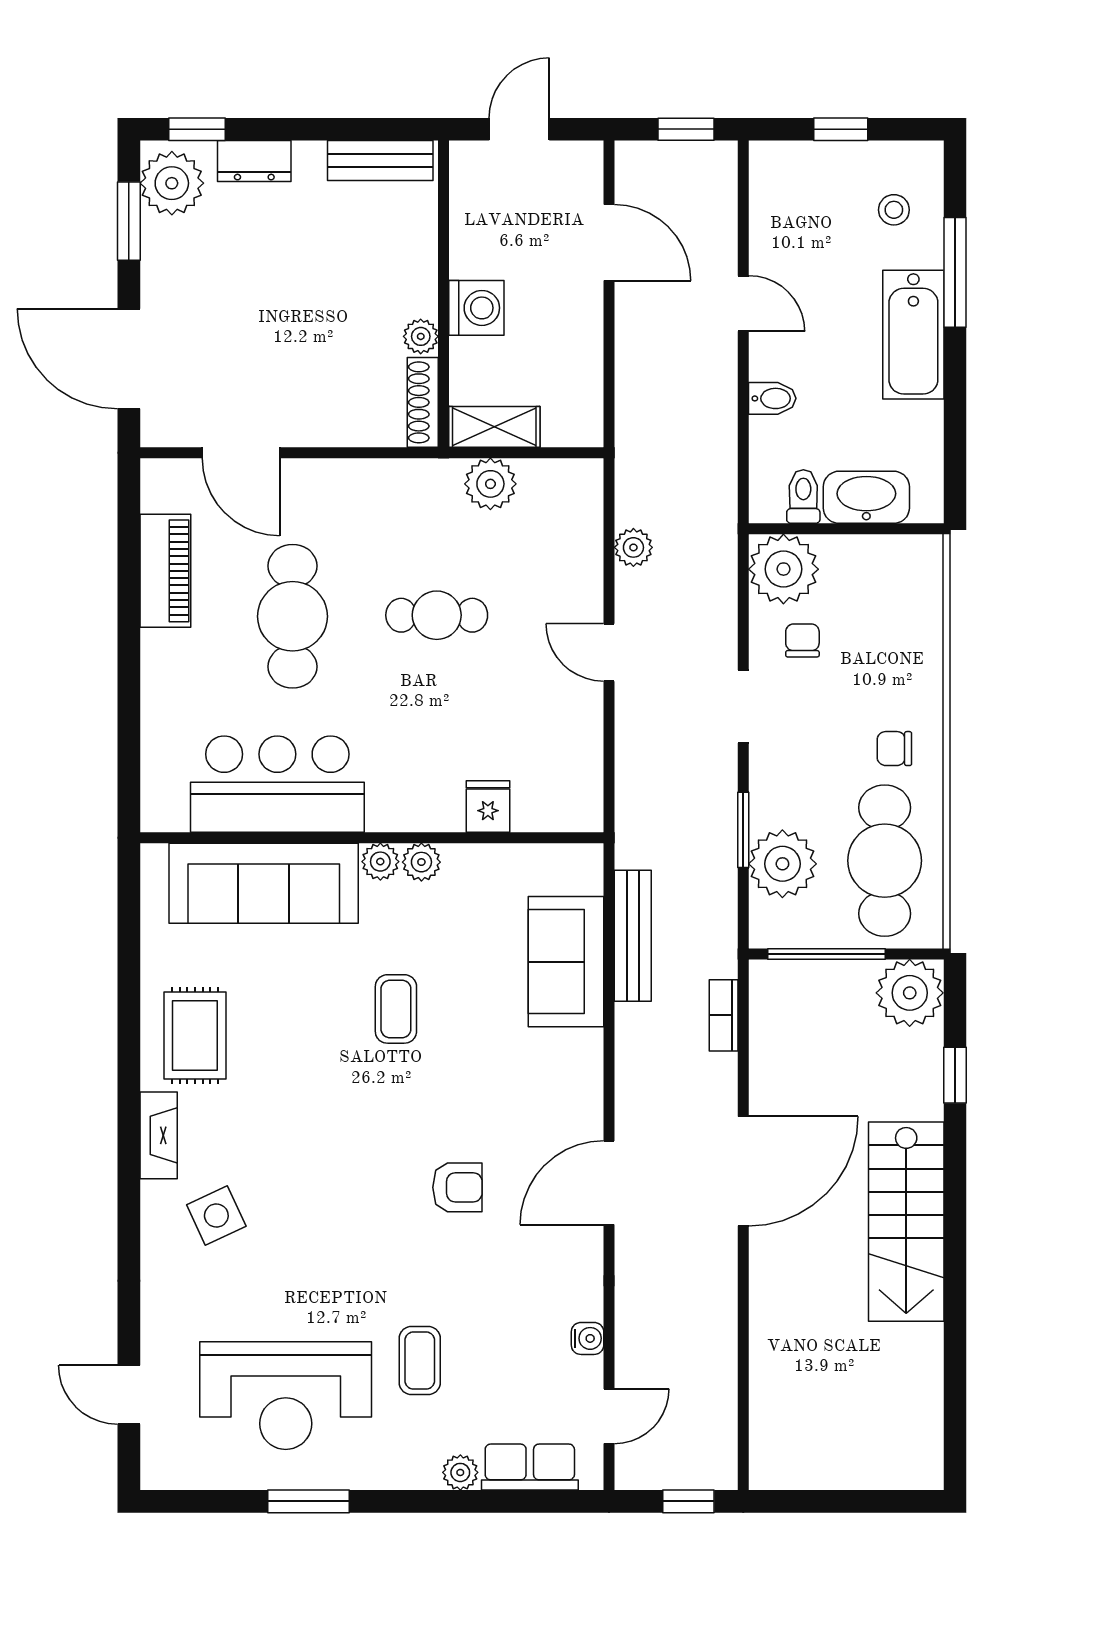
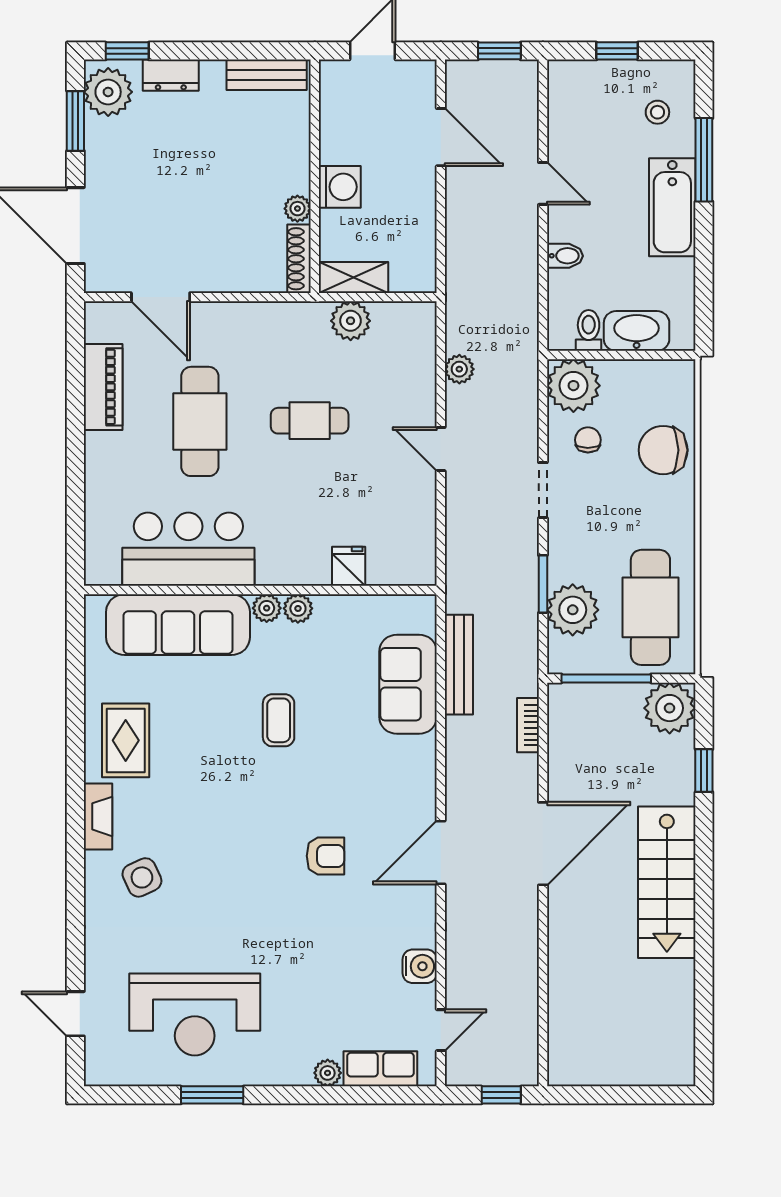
chair: (894, 749) -> (663, 450), moved, width x1.87, depth x1.87
water cooler: (588, 1338) -> (420, 966), width x1.38, depth x1.38
coffee table: (420, 1361) -> (297, 988), removed

